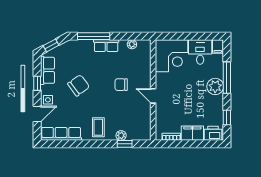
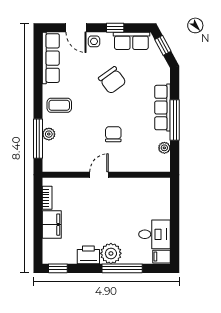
window: (94, 36) -> (175, 120), moved
row of seats: (106, 46) -> (163, 108), width x1.48
corner desk: (172, 56) -> (150, 198), removed
window: (227, 118) -> (58, 268), moved
printer: (213, 133) -> (88, 255), moved, turned -90
window: (125, 144) -> (38, 139), width x2.17

